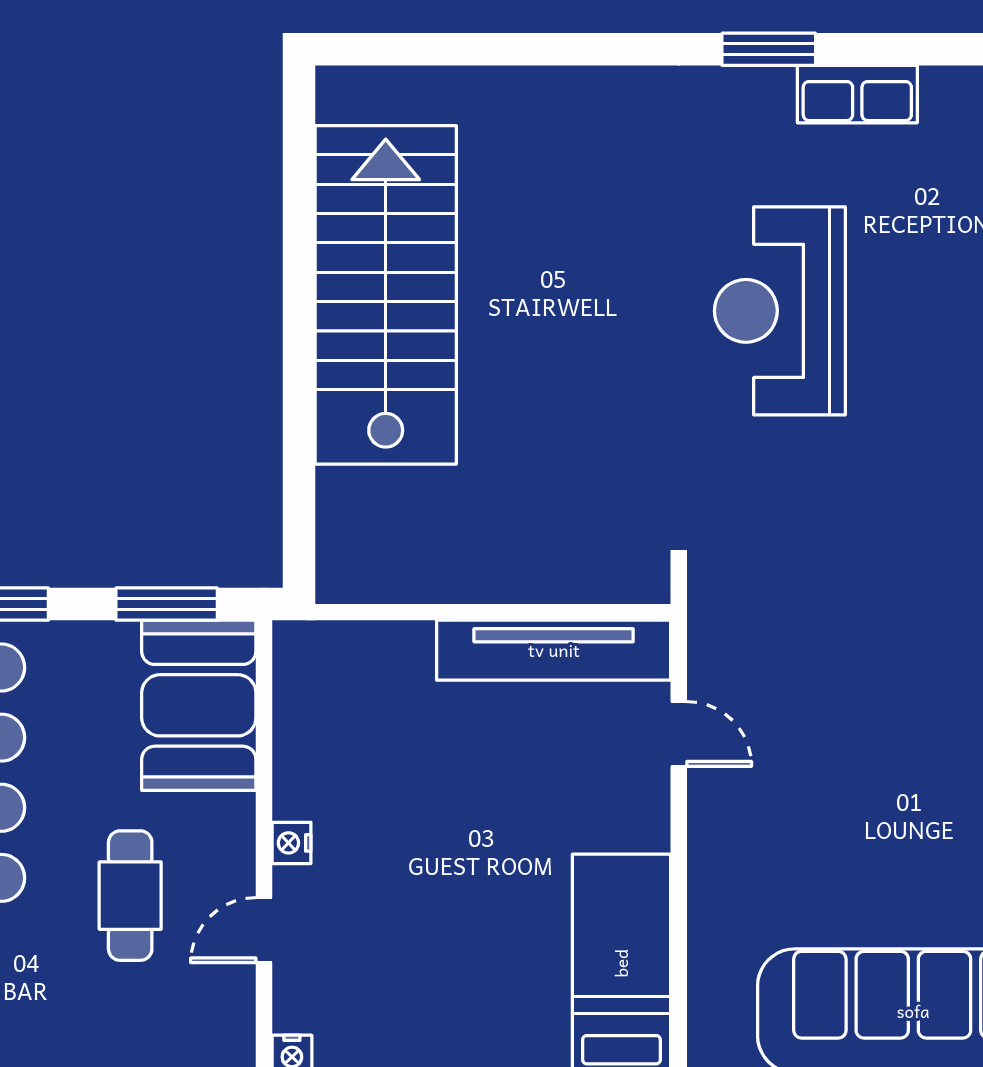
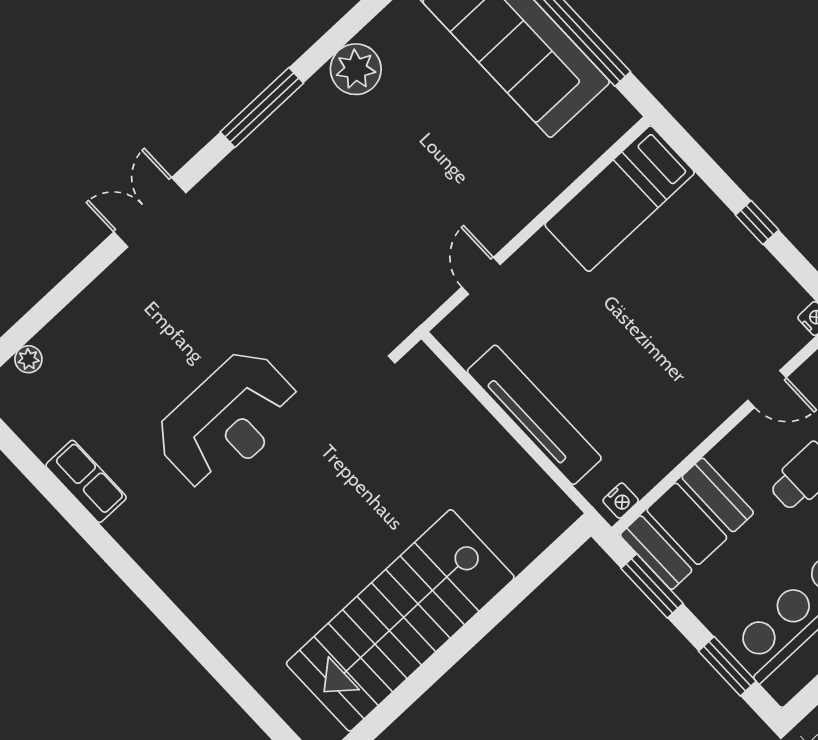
window: (769, 49) -> (105, 545), removed
tv unit: (554, 650) -> (534, 415), moved
nightstand: (292, 843) -> (621, 501), moved

